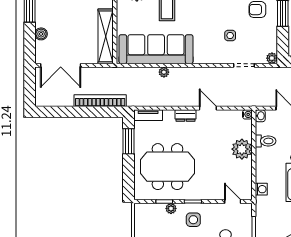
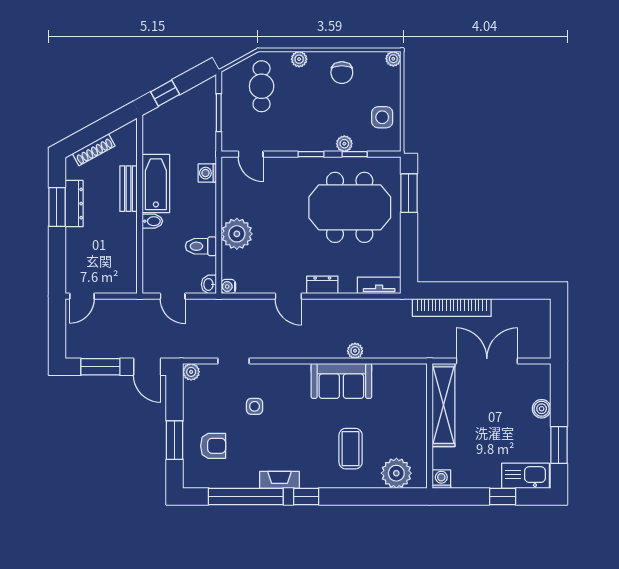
sofa: (156, 49) -> (341, 381), width x0.54, depth x0.79
double door: (61, 65) -> (487, 361), moved
window: (128, 141) -> (409, 193), moved
side table: (193, 220) -> (382, 117), moved

